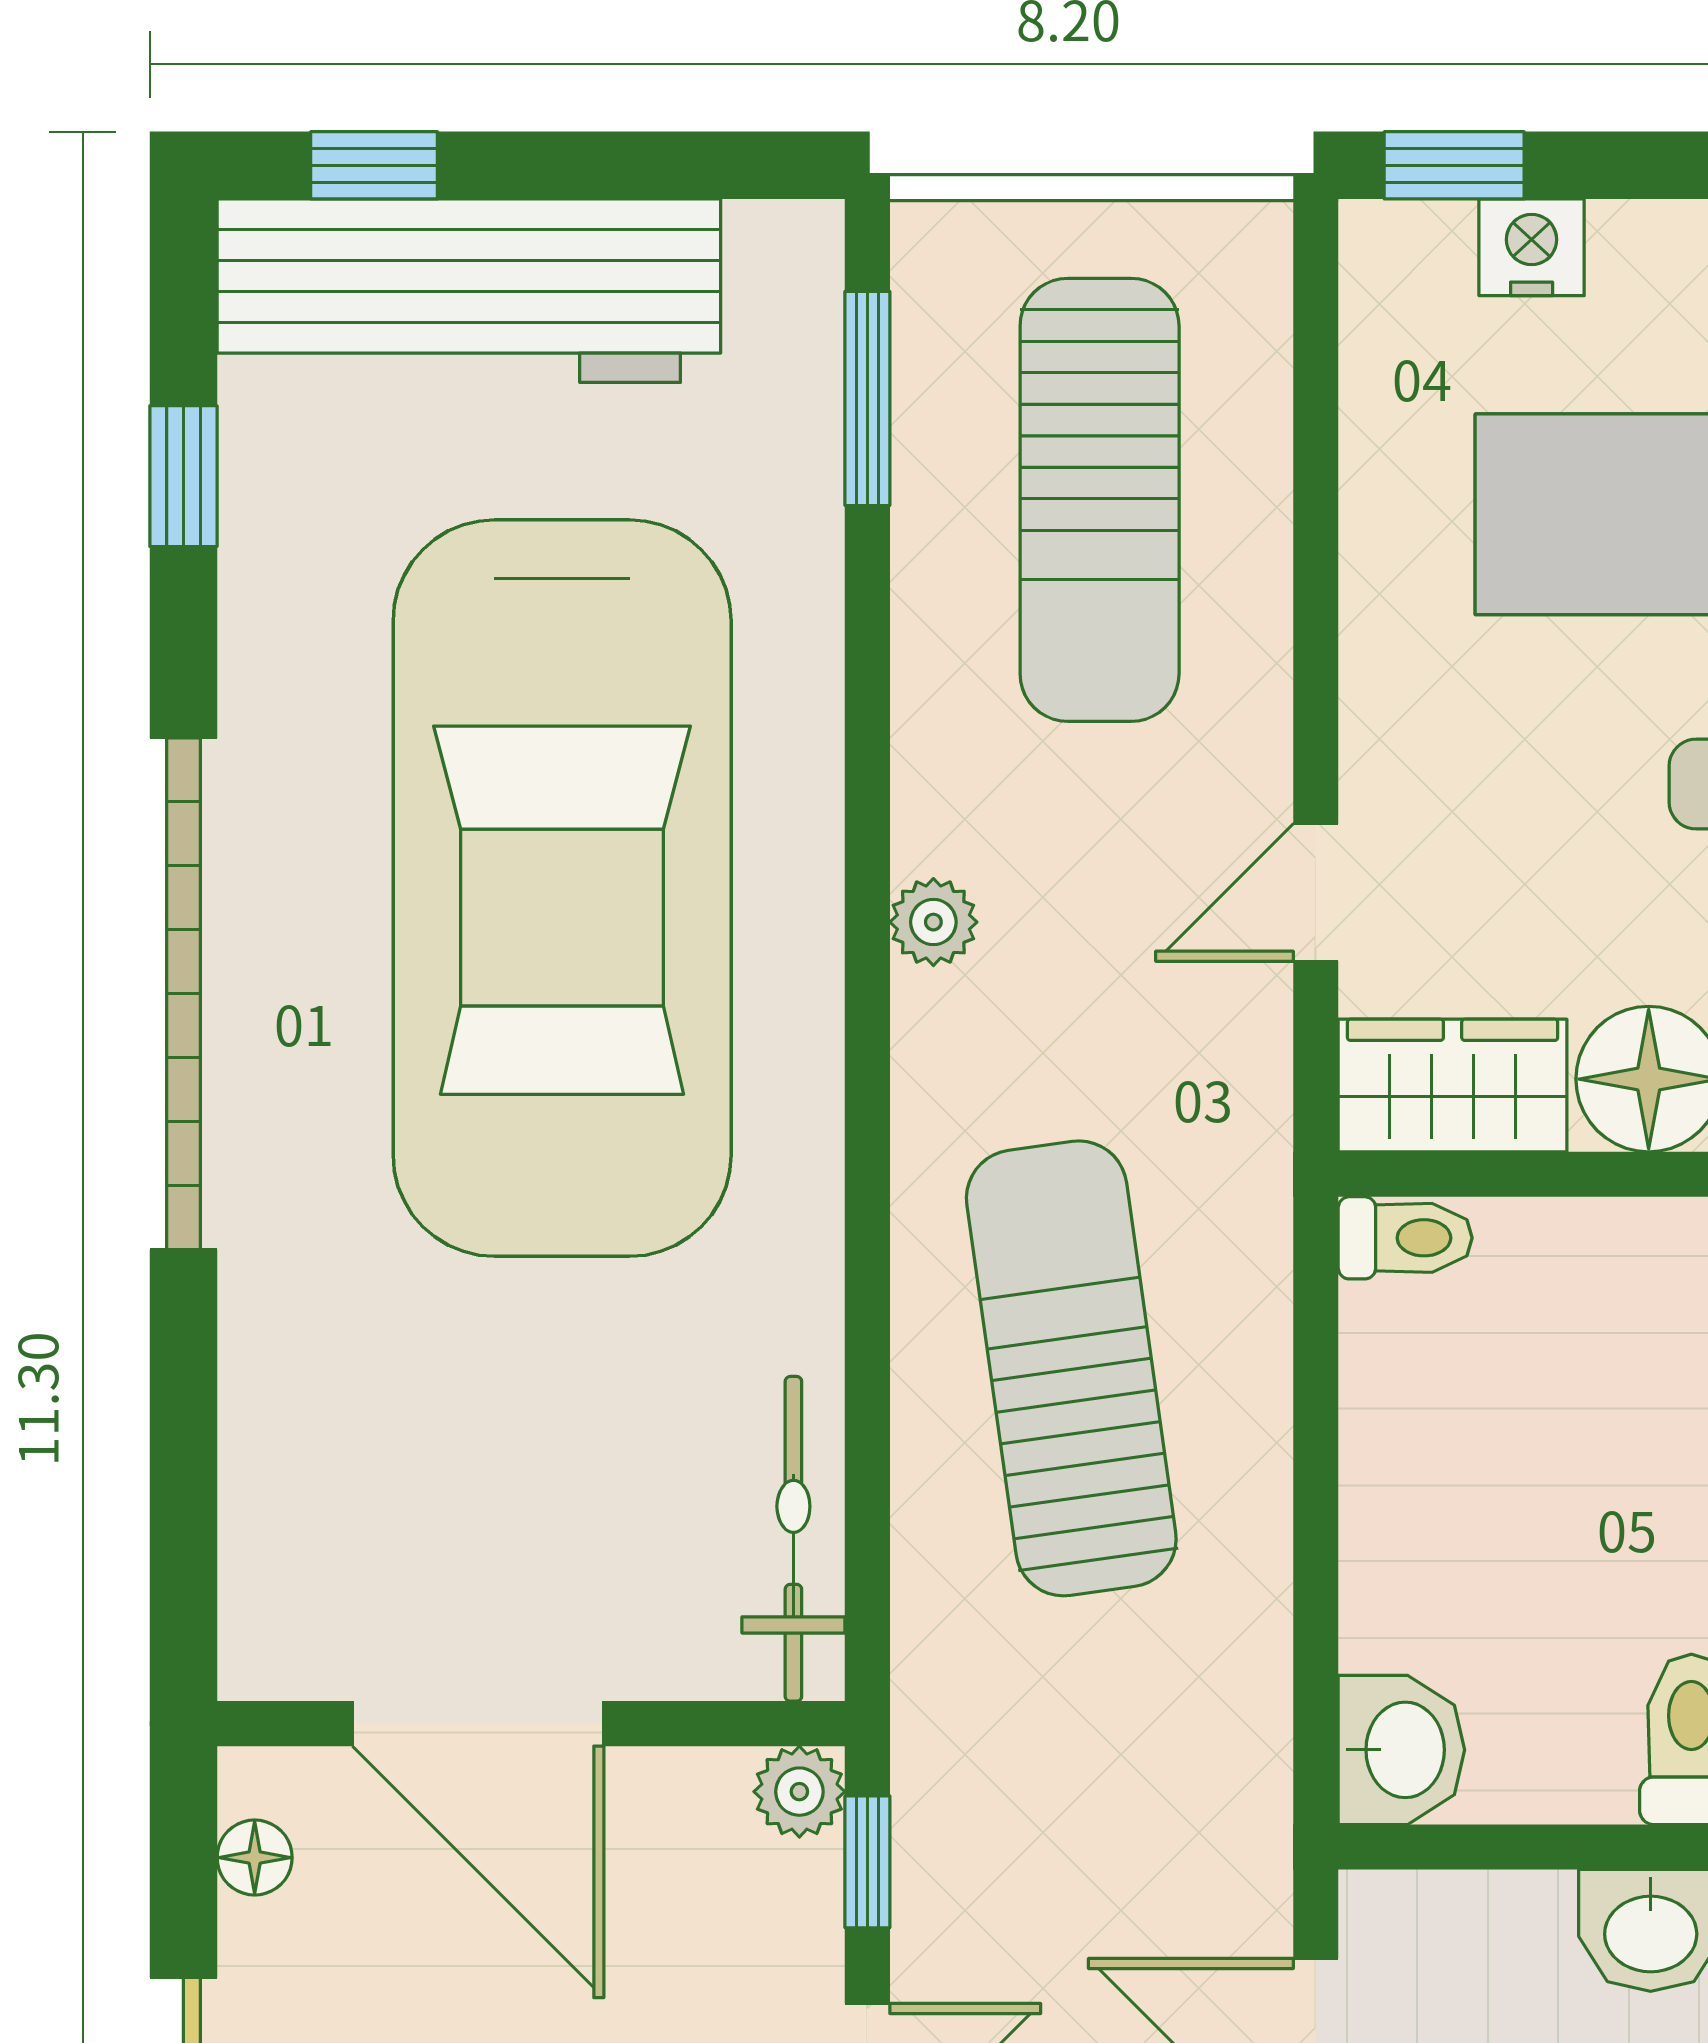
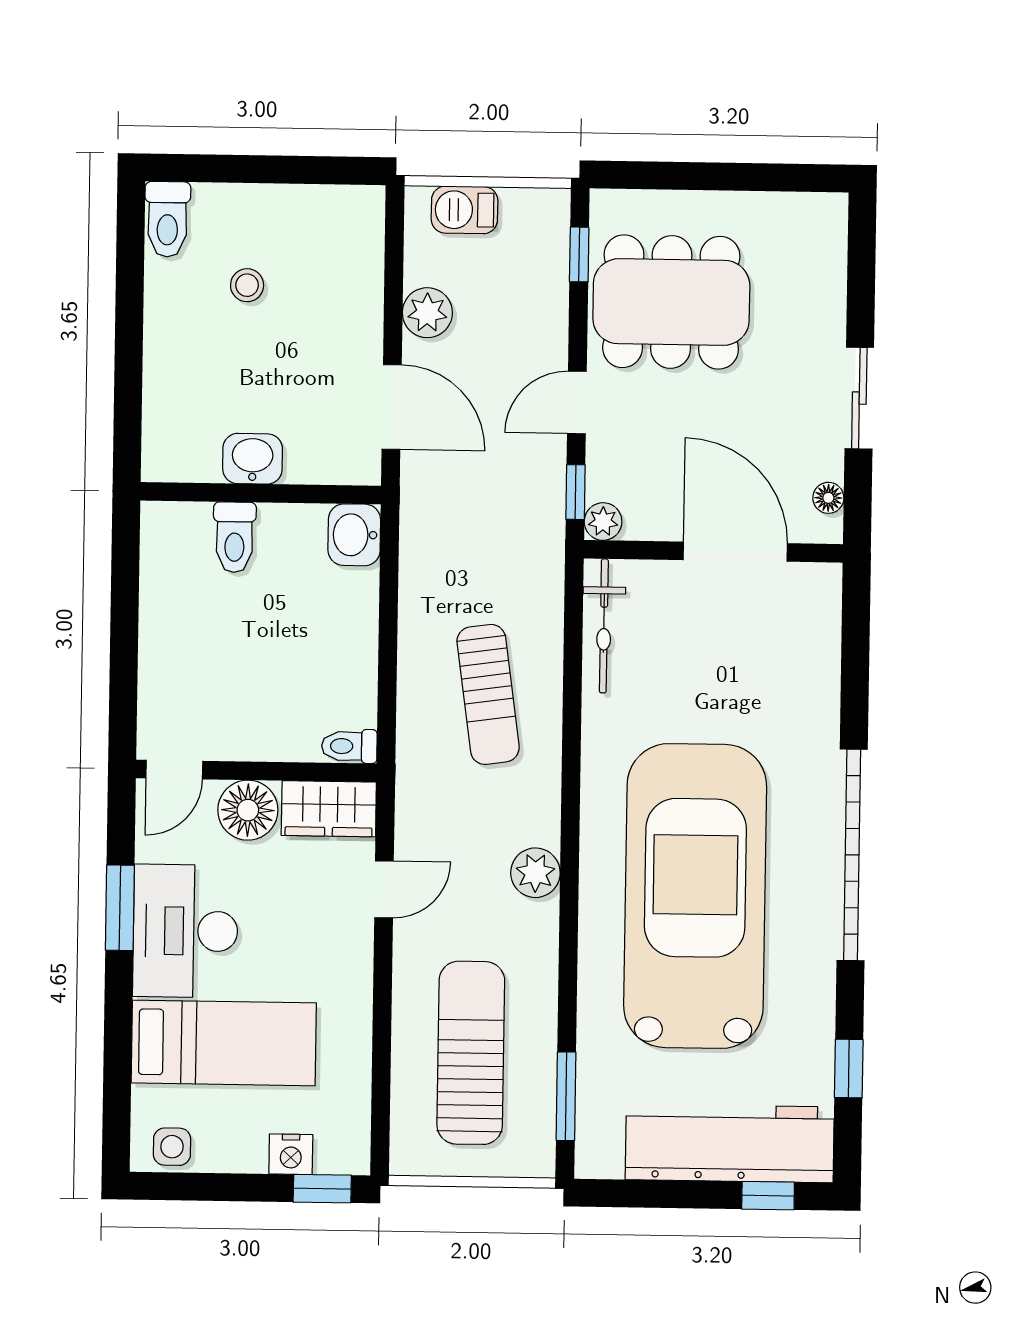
plant: (933, 922) -> (535, 873), width x1.38, depth x1.38
sun lounger: (1071, 1368) -> (488, 694), width x0.73, depth x0.75

